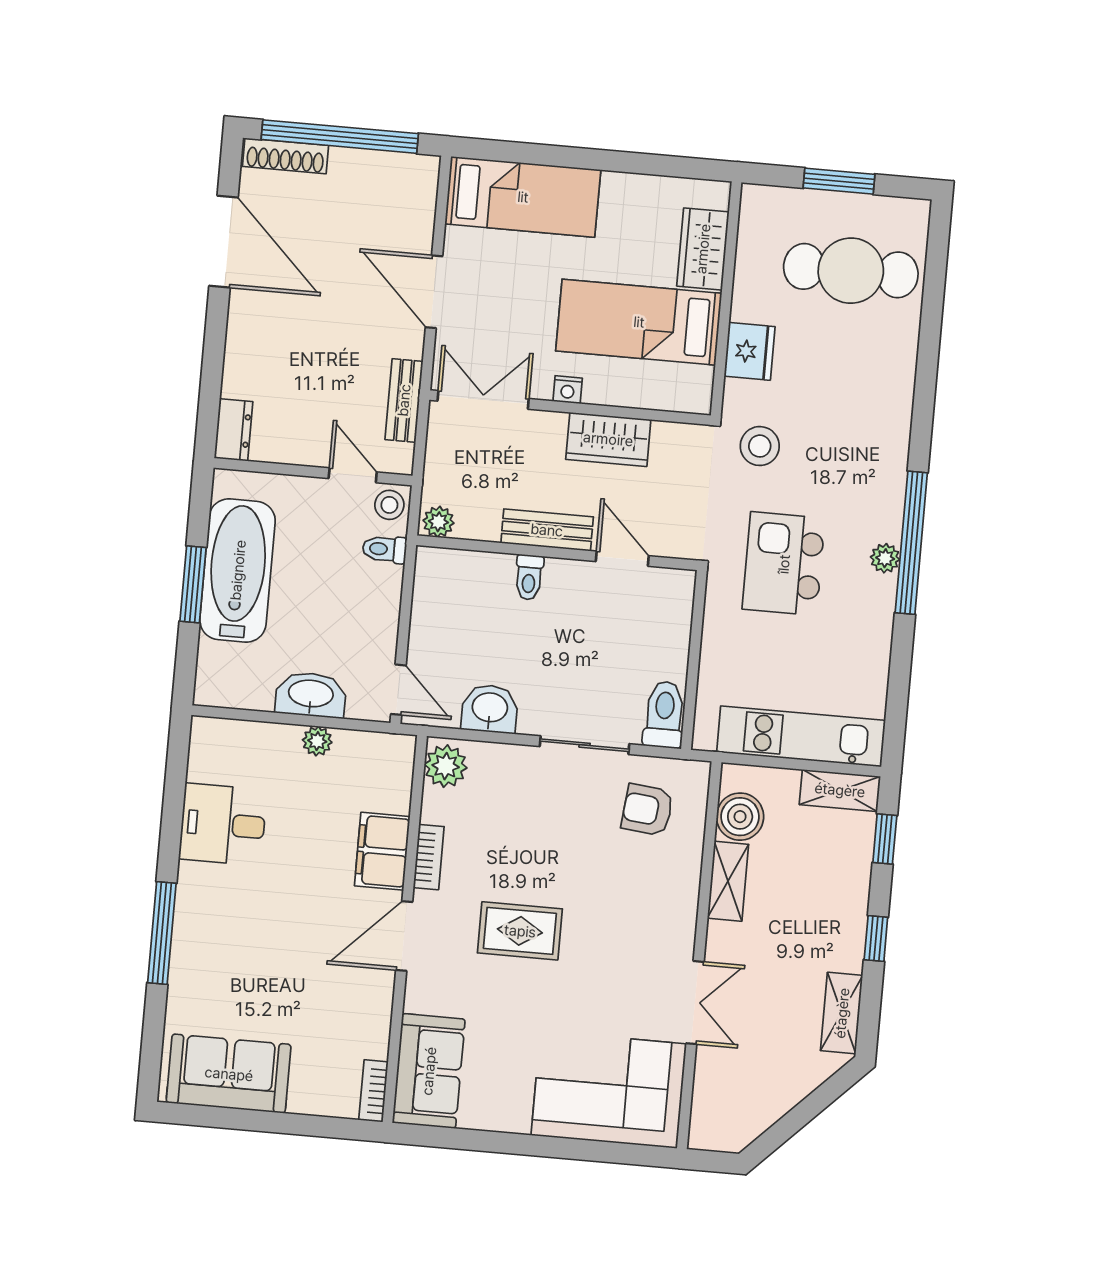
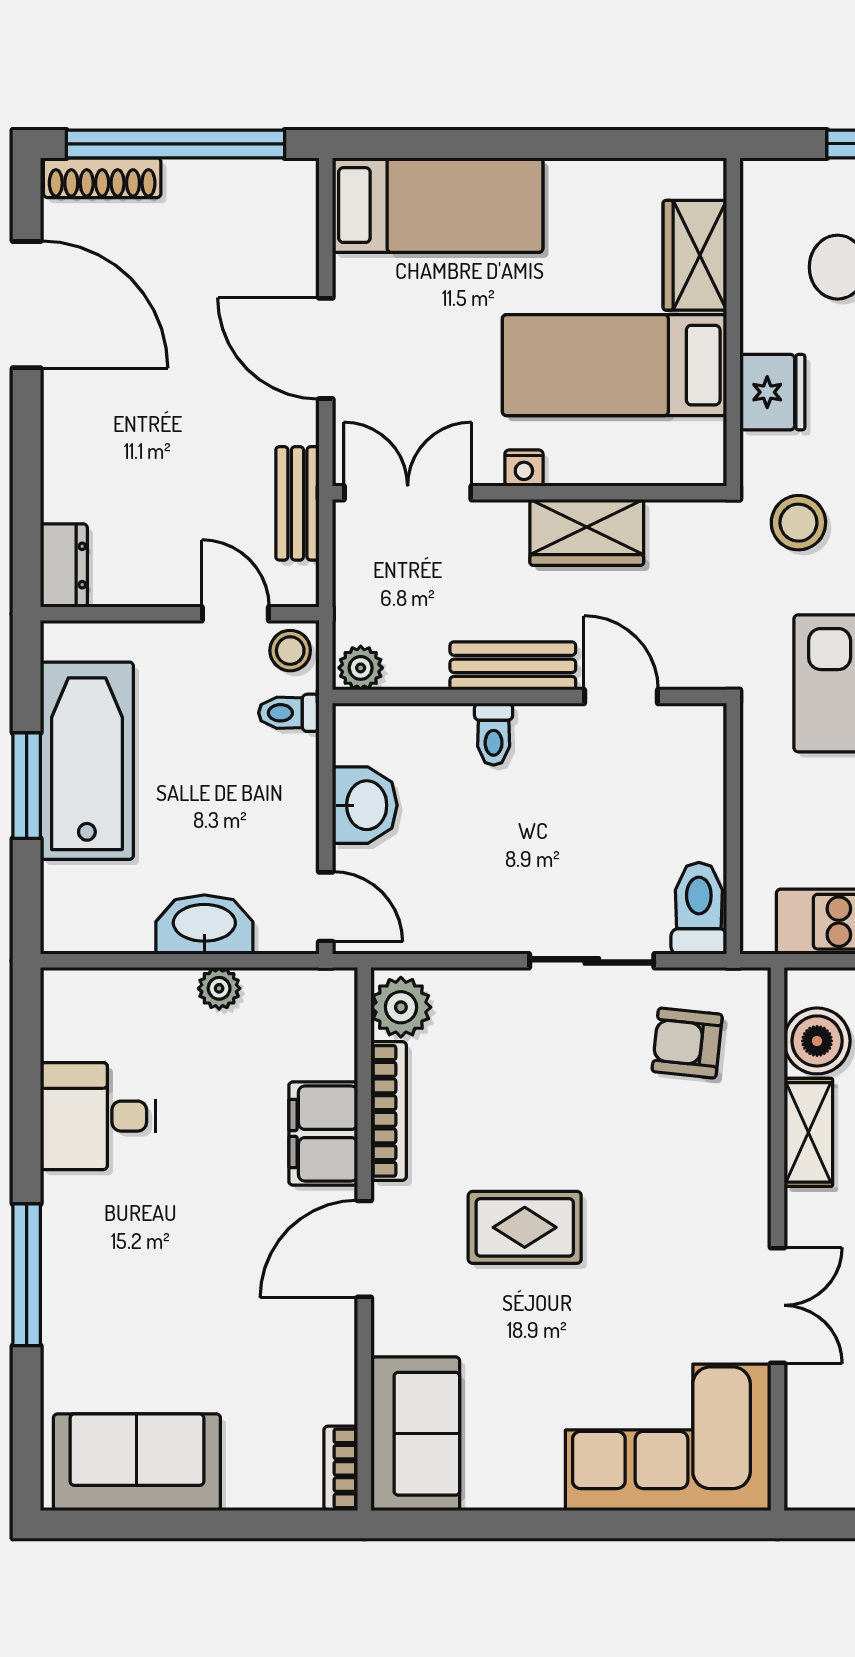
washbasin: (490, 709) -> (365, 805), moved, turned 90
bookcase: (429, 857) -> (389, 1111), width x1.56

